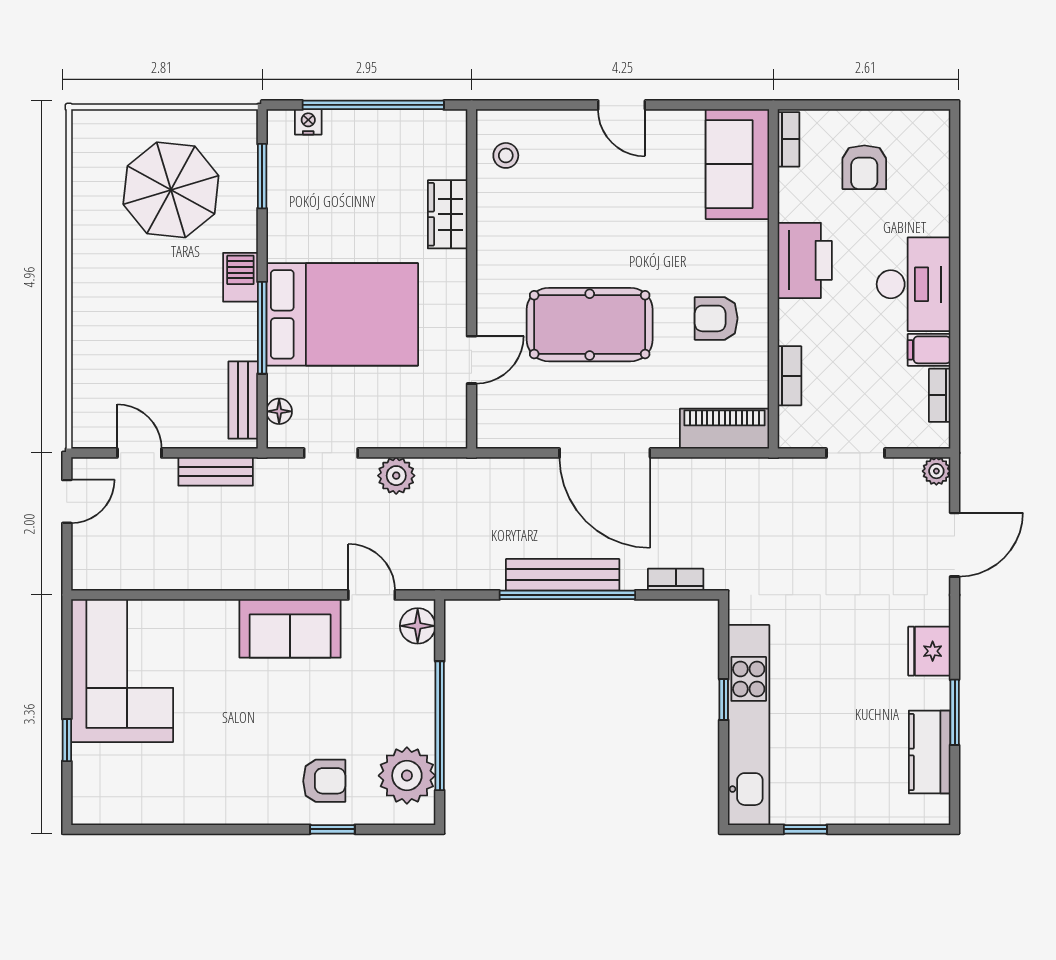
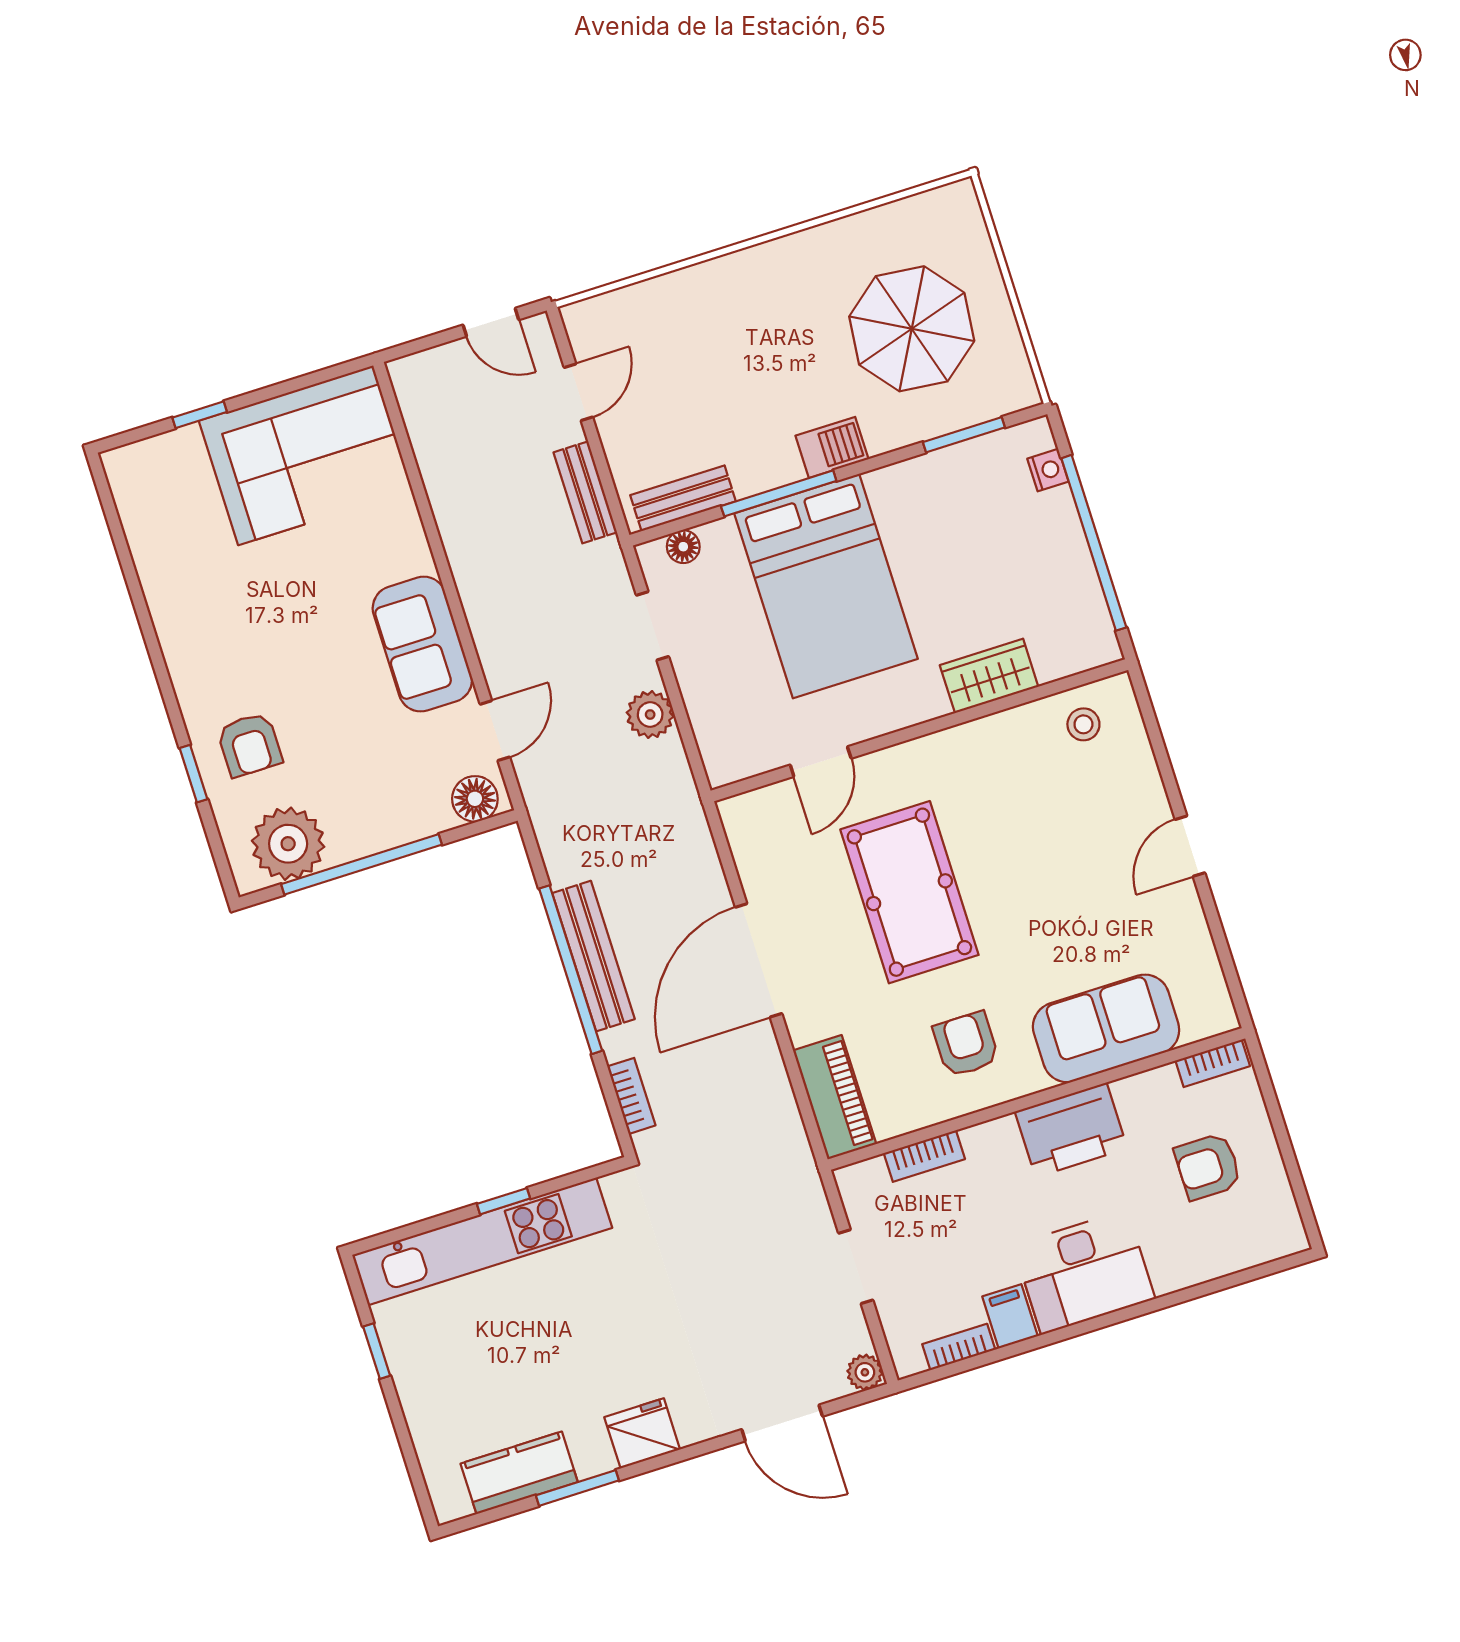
sofa: (737, 164) -> (1106, 1028), moved
door: (472, 360) -> (821, 762), hinge flipped

